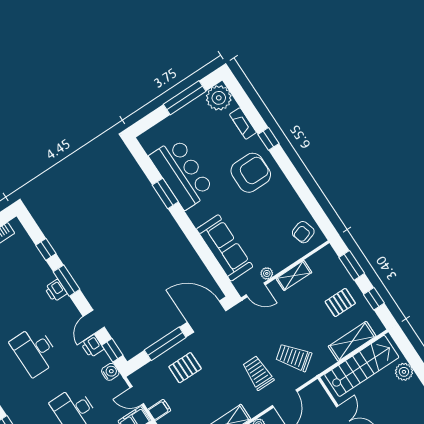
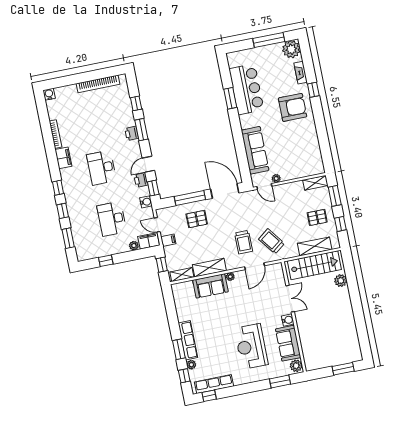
armchair: (303, 232) -> (311, 161), removed
shelving: (294, 275) -> (315, 183), moved
trolley: (258, 373) -> (244, 242), turned 180

